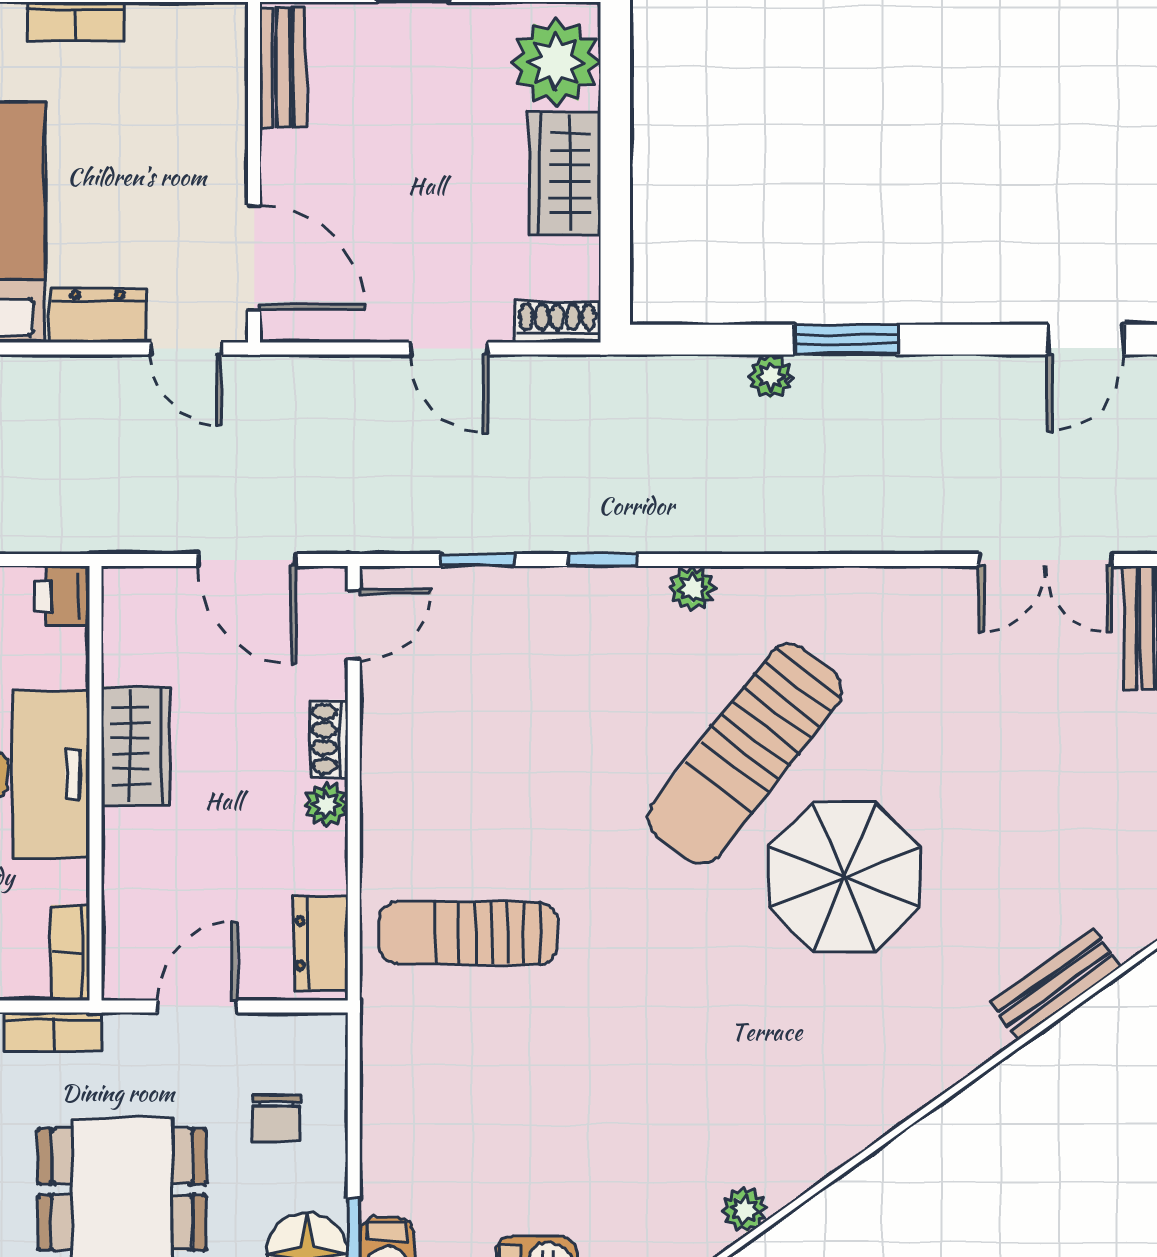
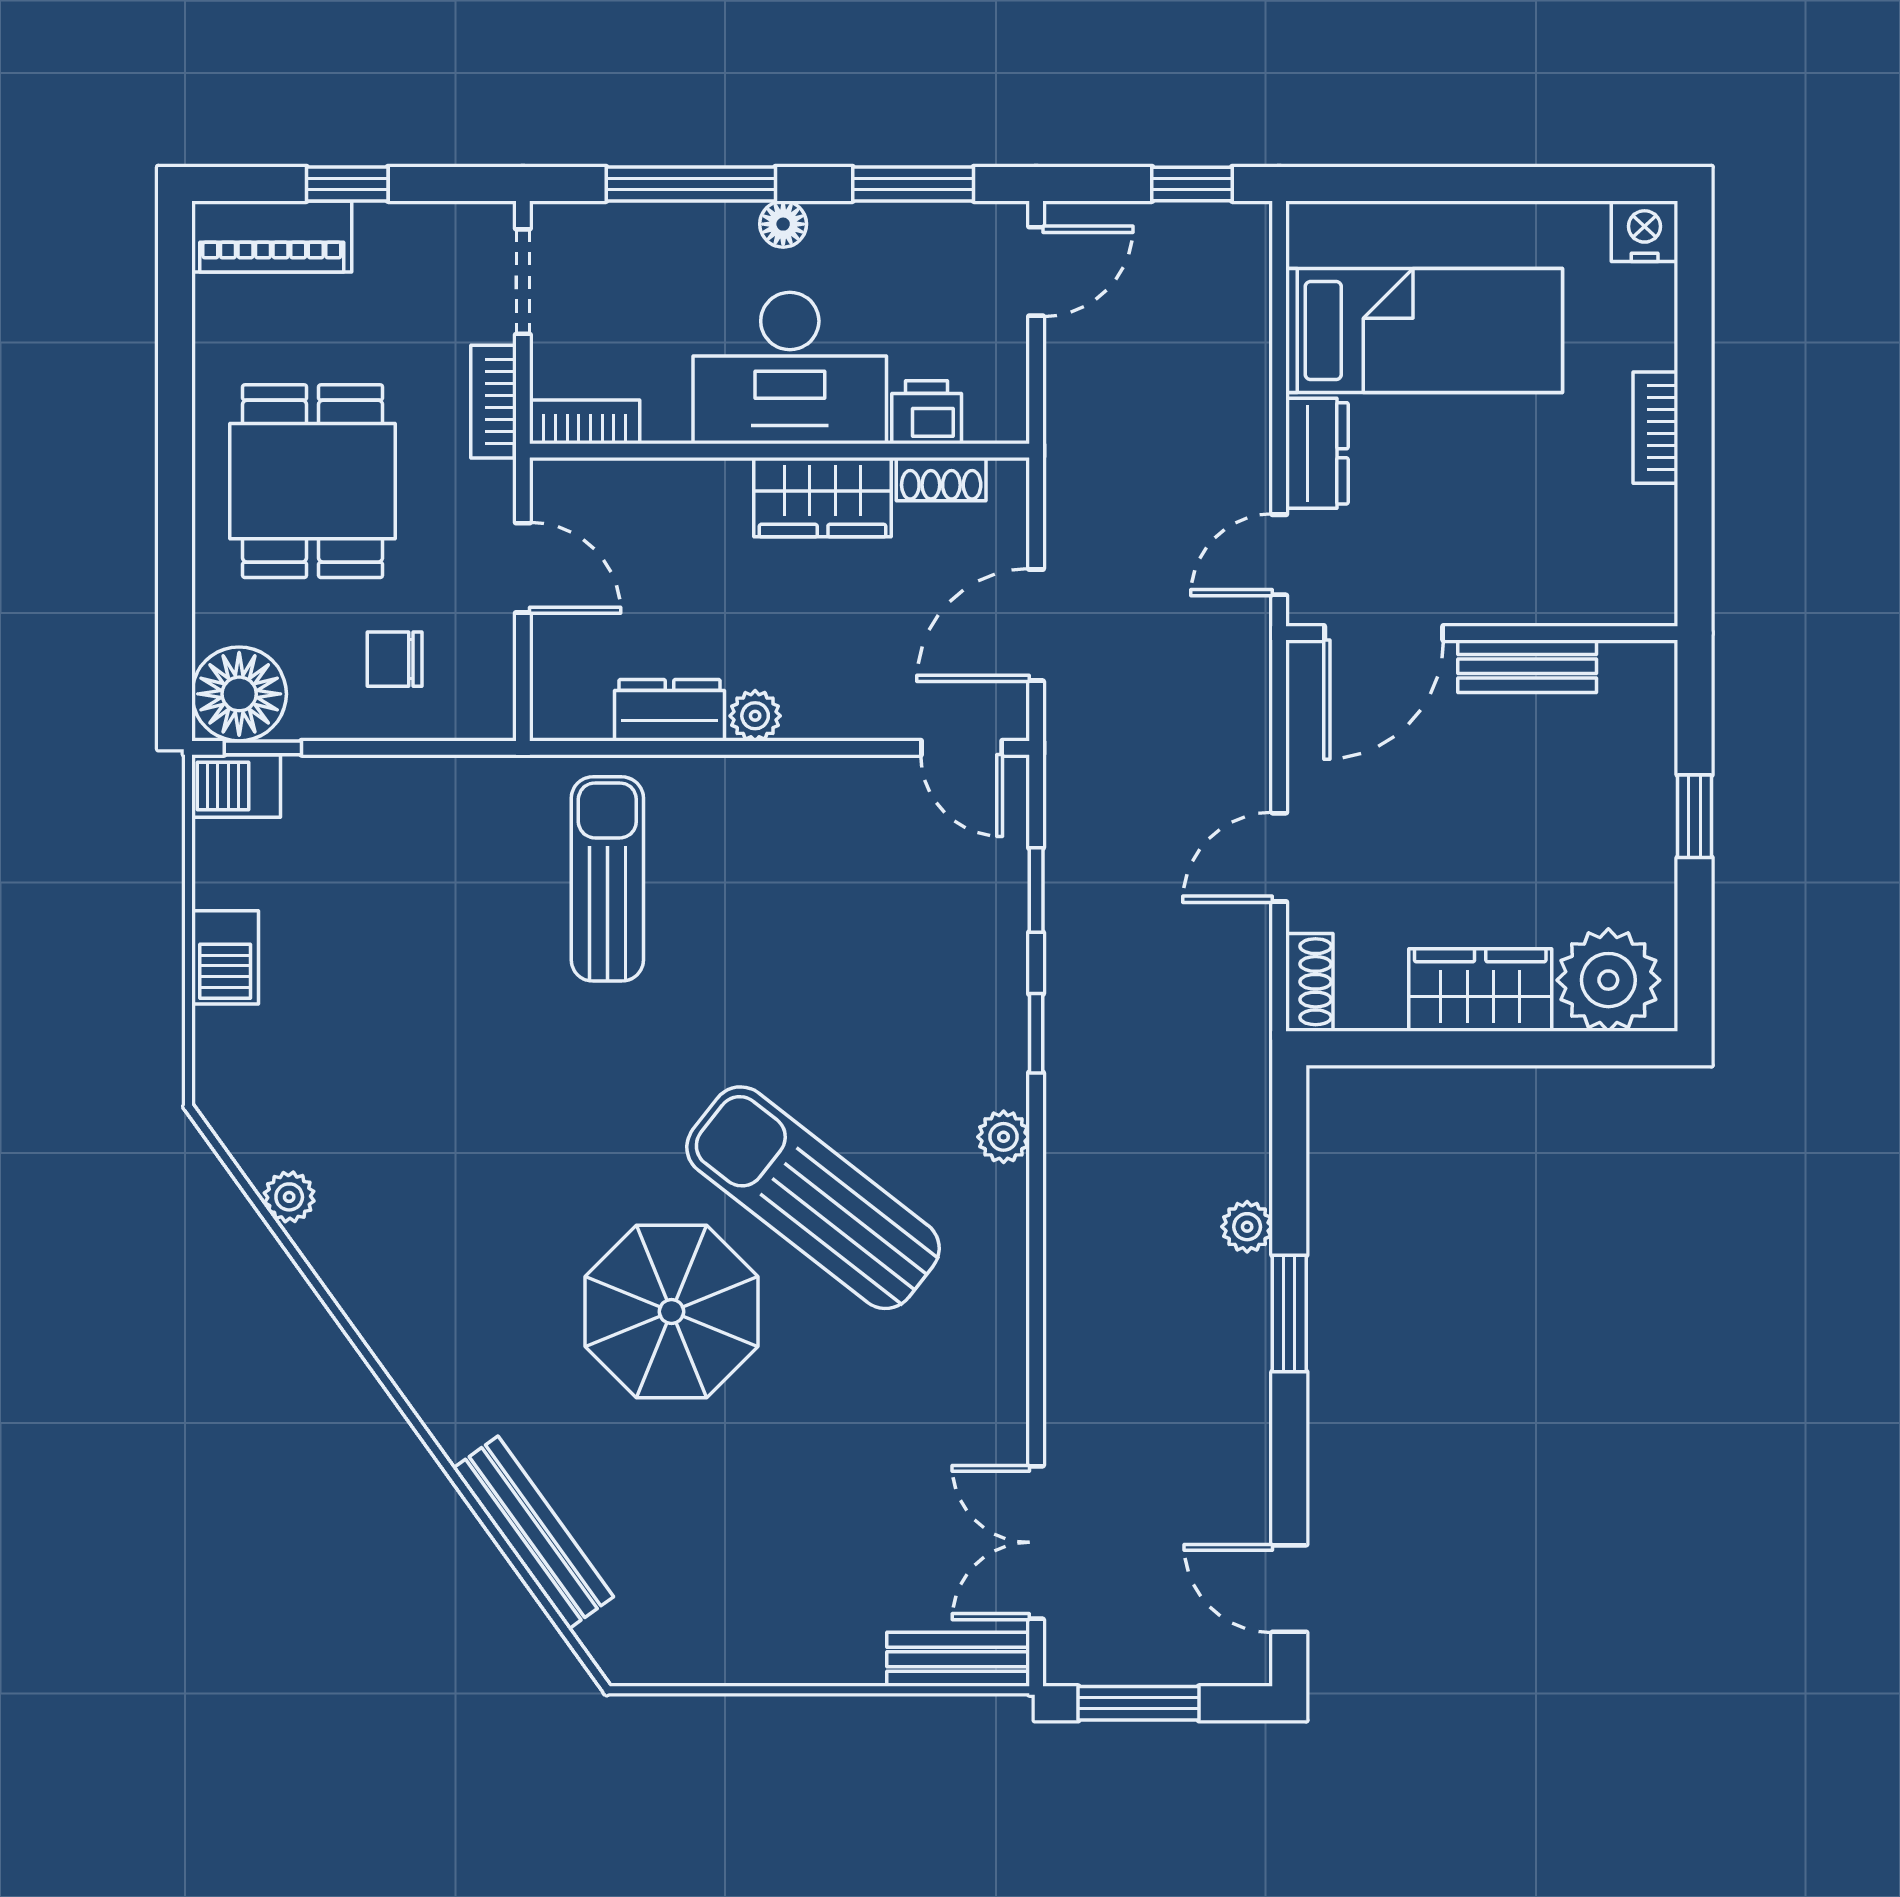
bench: (283, 67) -> (1527, 666), moved
printer: (62, 596) -> (927, 412), moved
shoe rack: (329, 739) -> (941, 479), moved, turned 180
dresser: (321, 943) -> (670, 710), moved
bench: (1055, 984) -> (533, 1533), width x1.36

